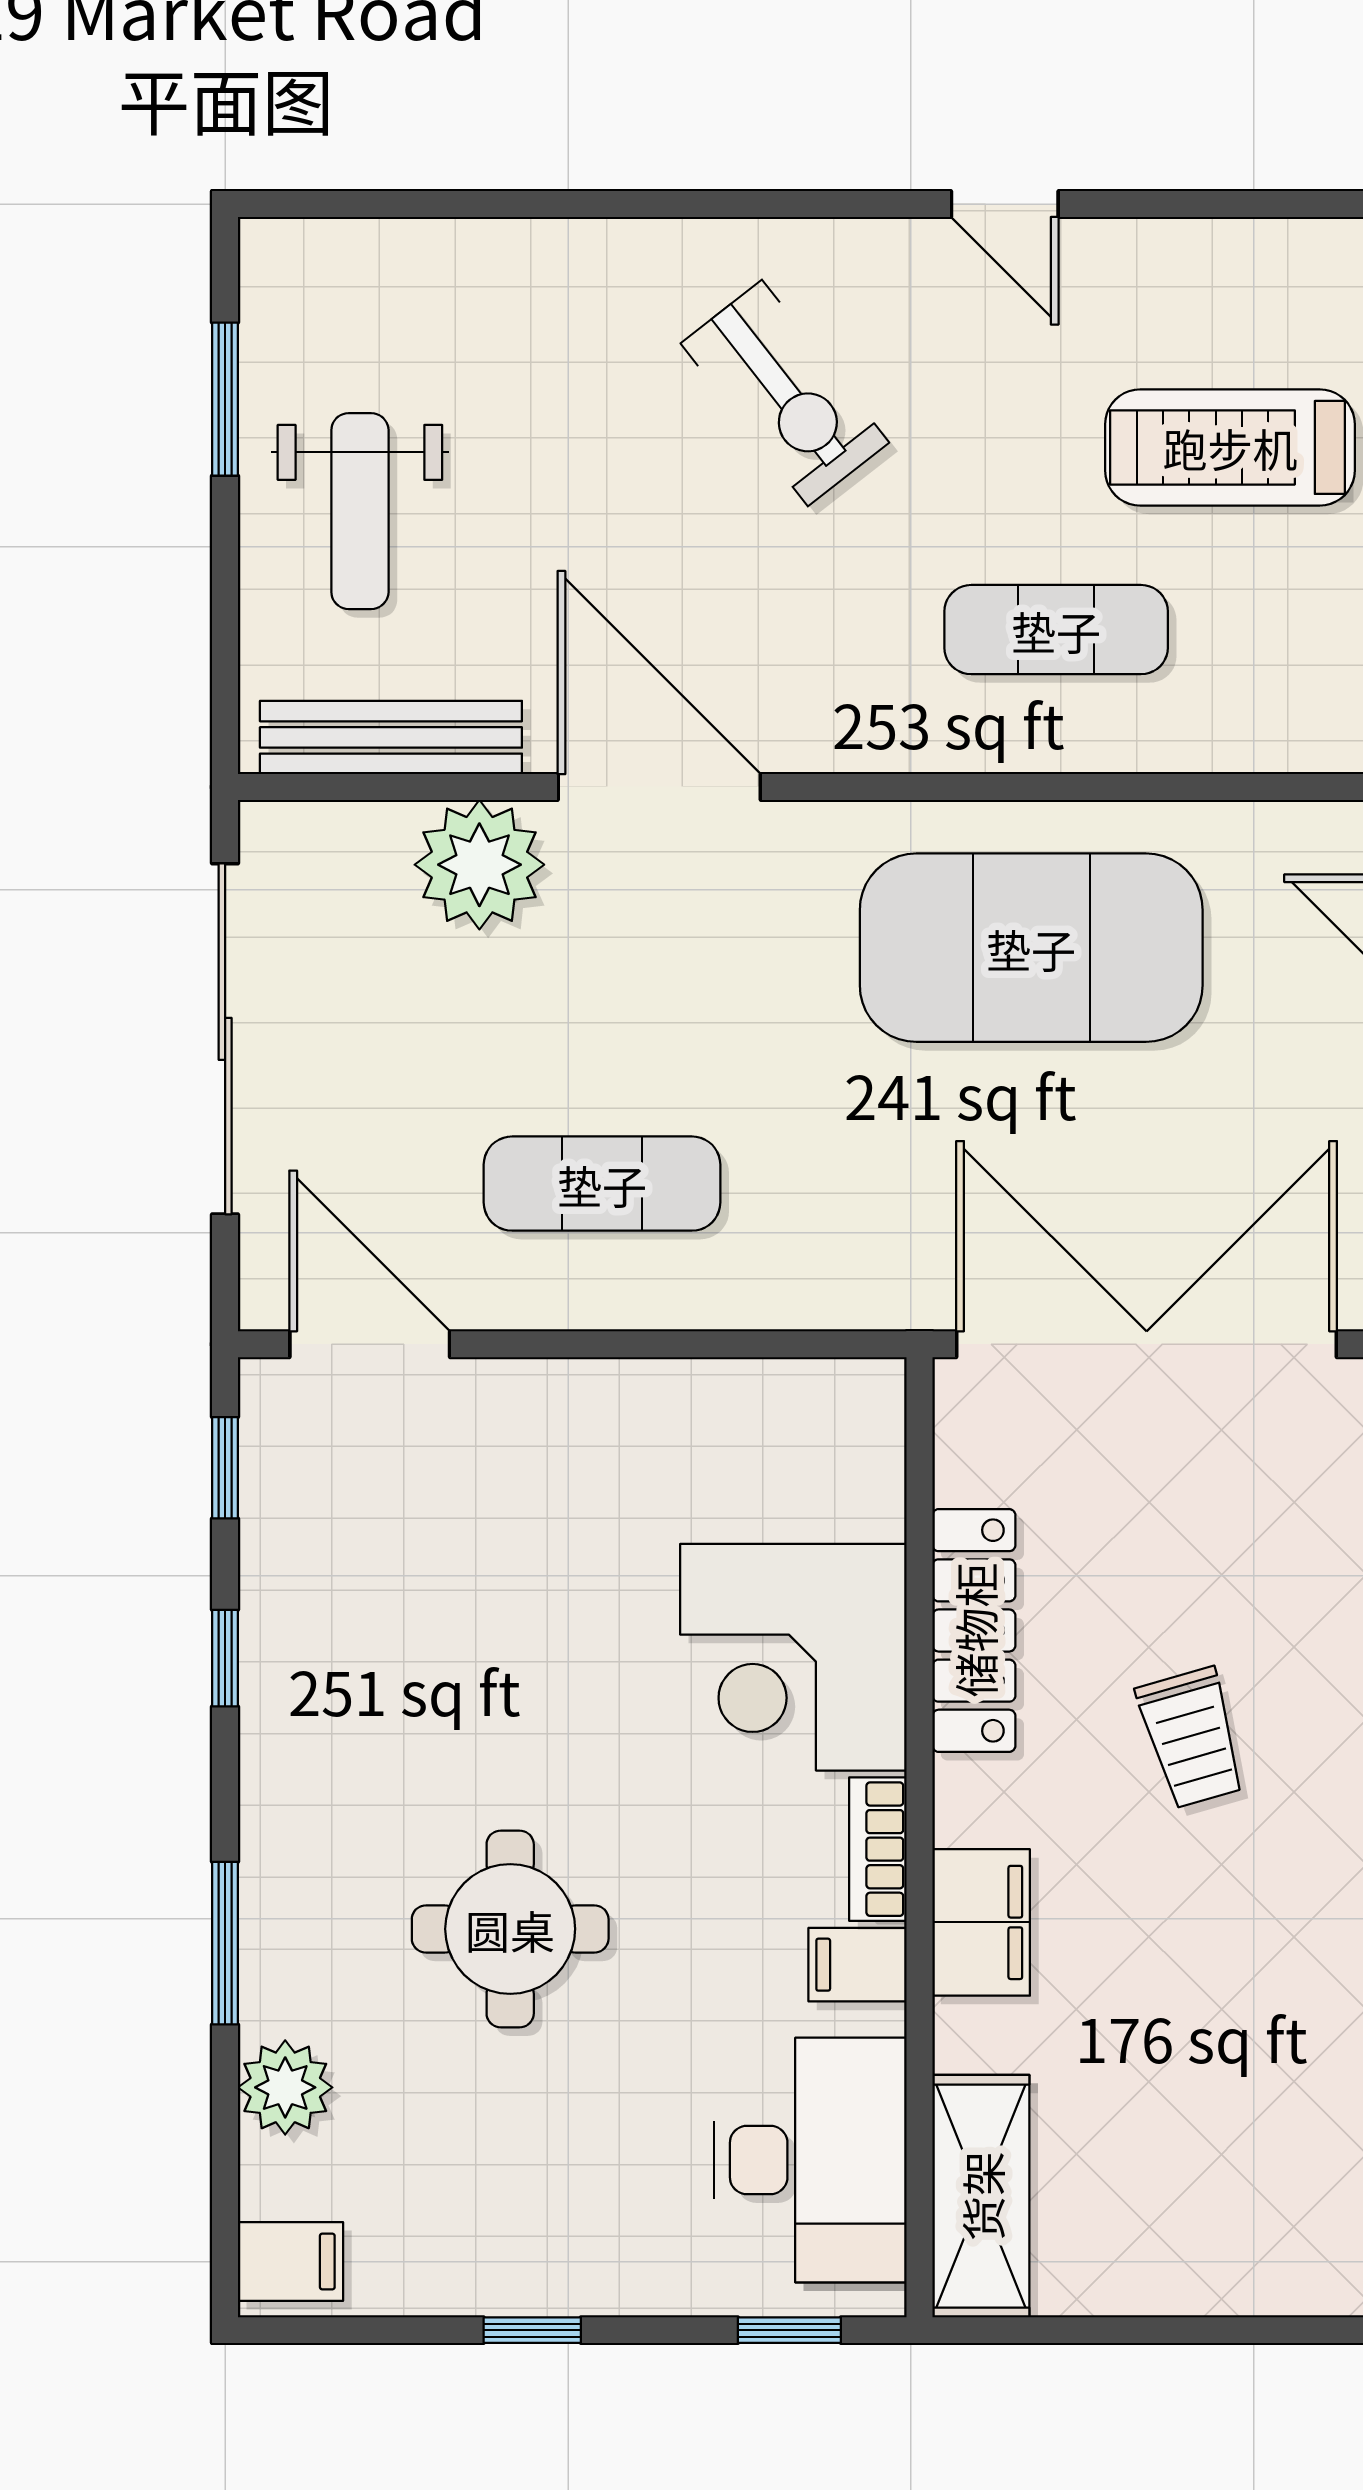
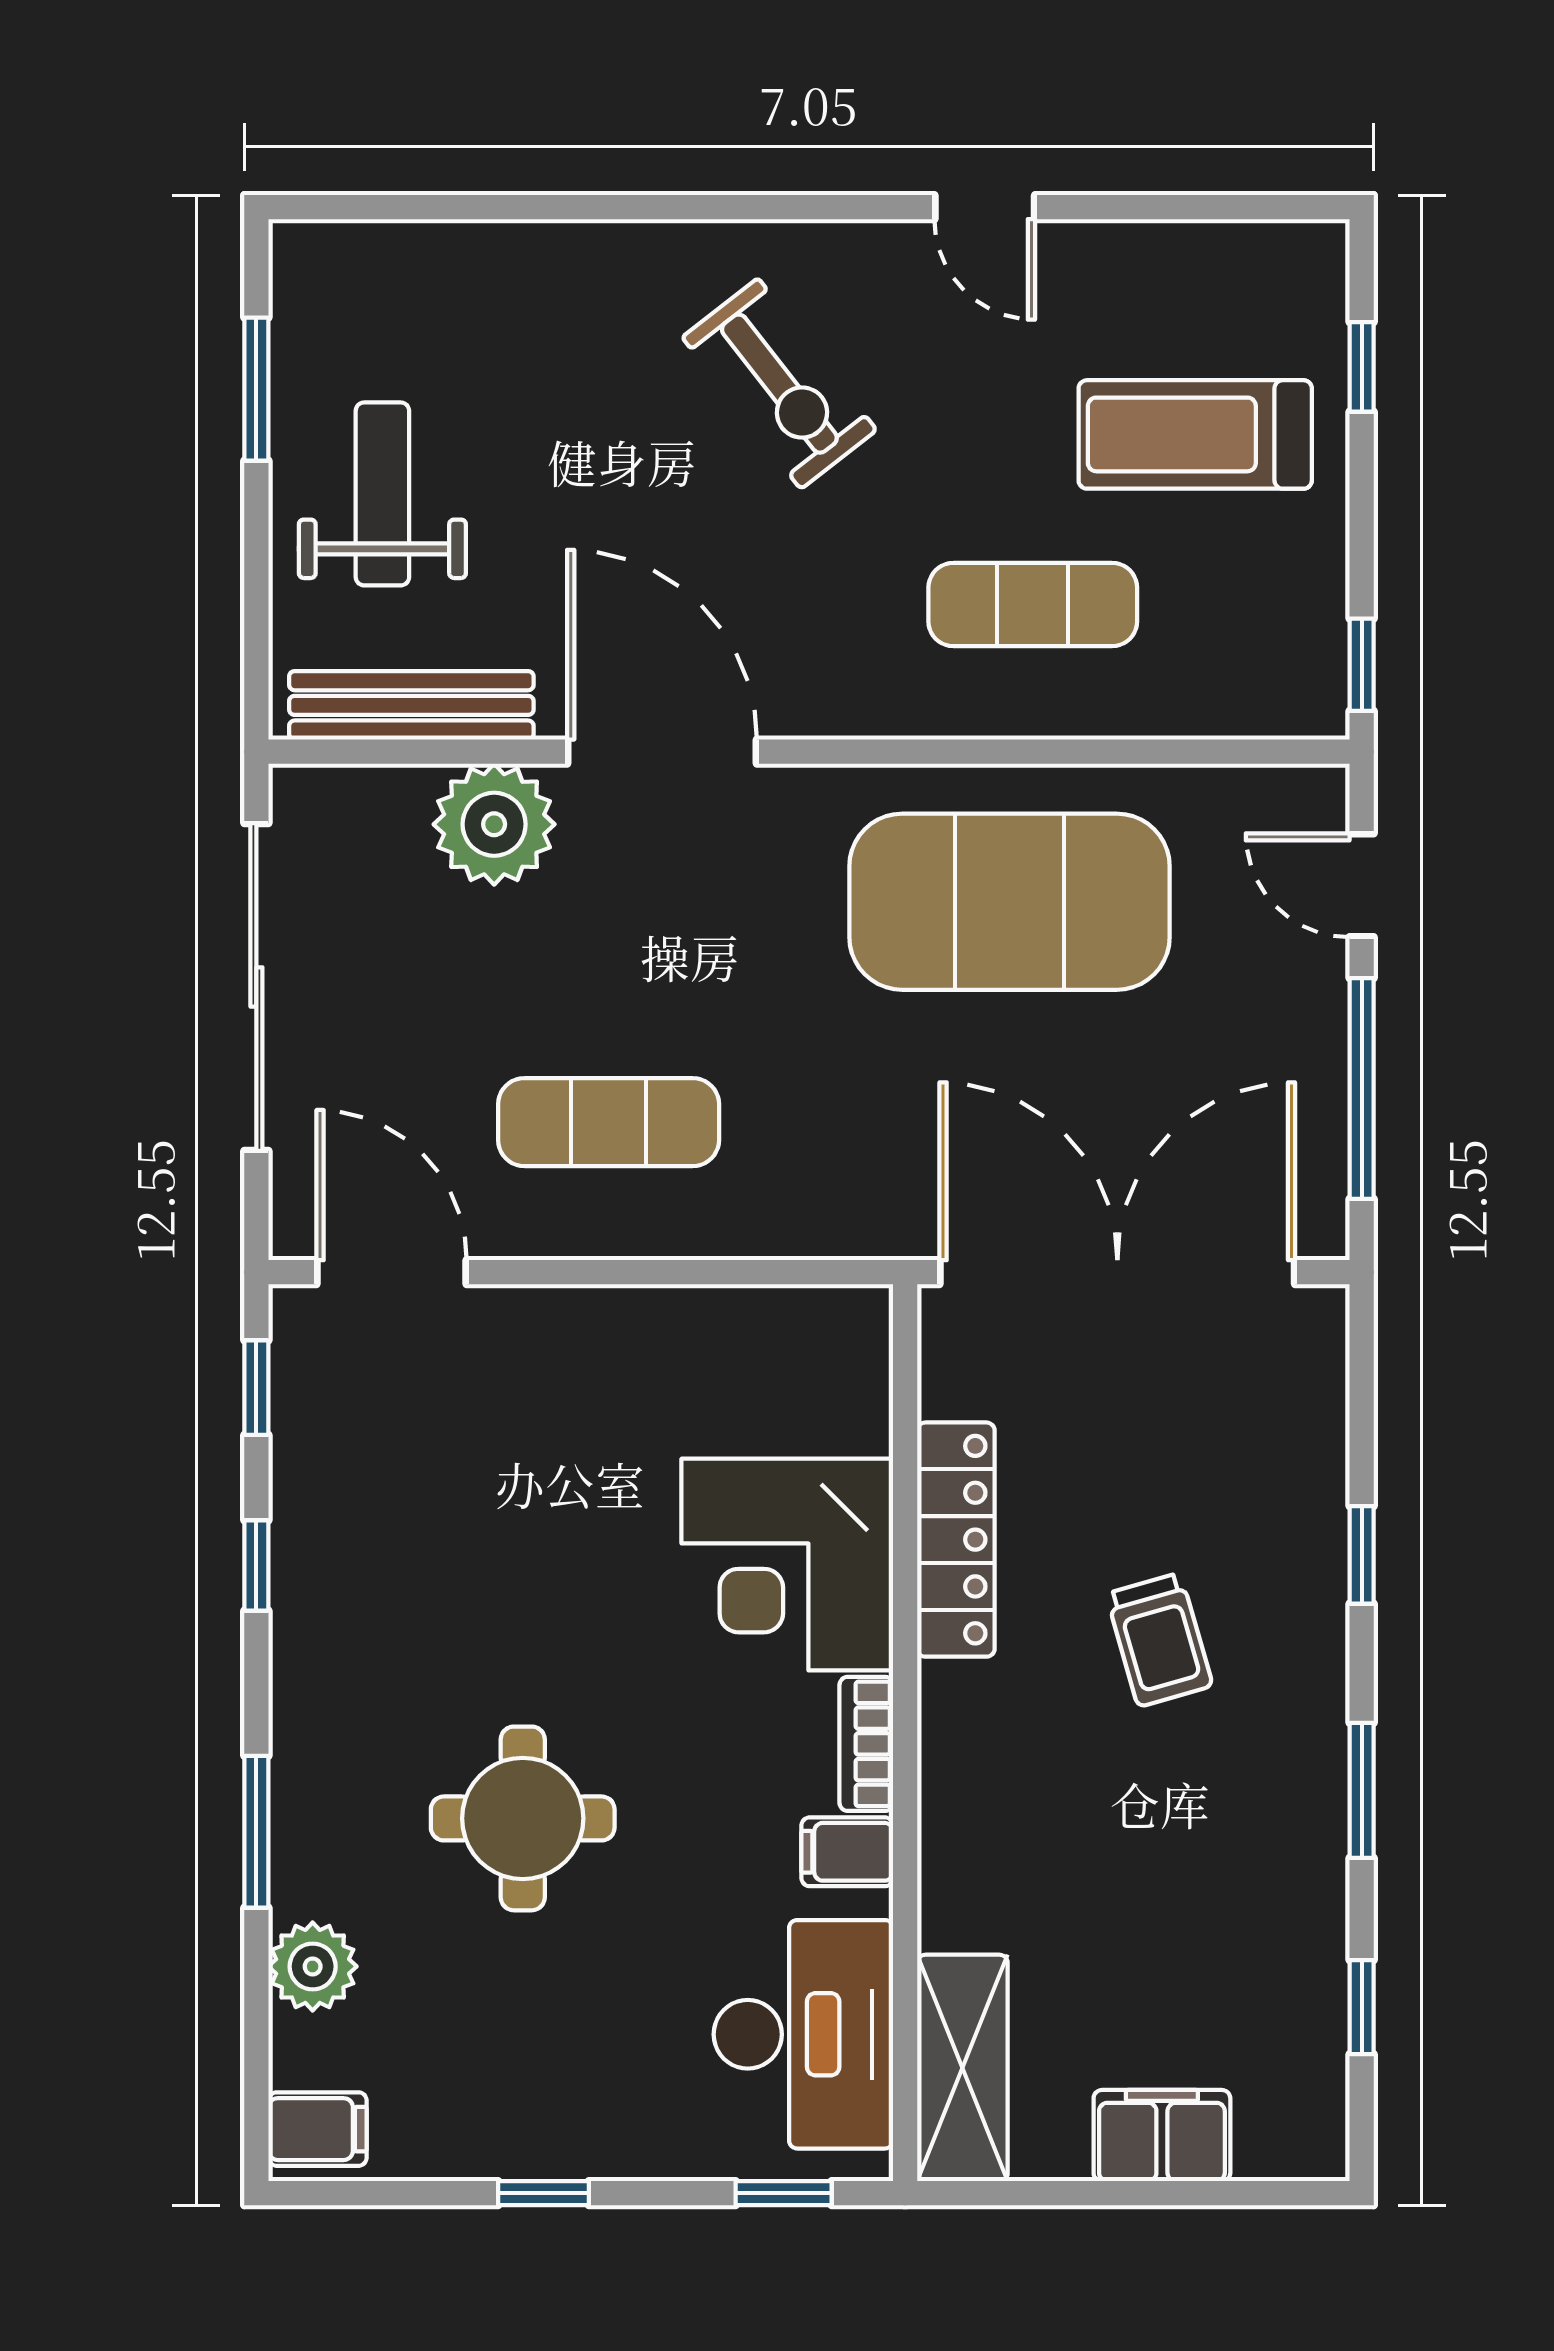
weight bench: (360, 511) -> (382, 494), turned 180
filing cabinet: (981, 1922) -> (1162, 2136), moved, turned -90

